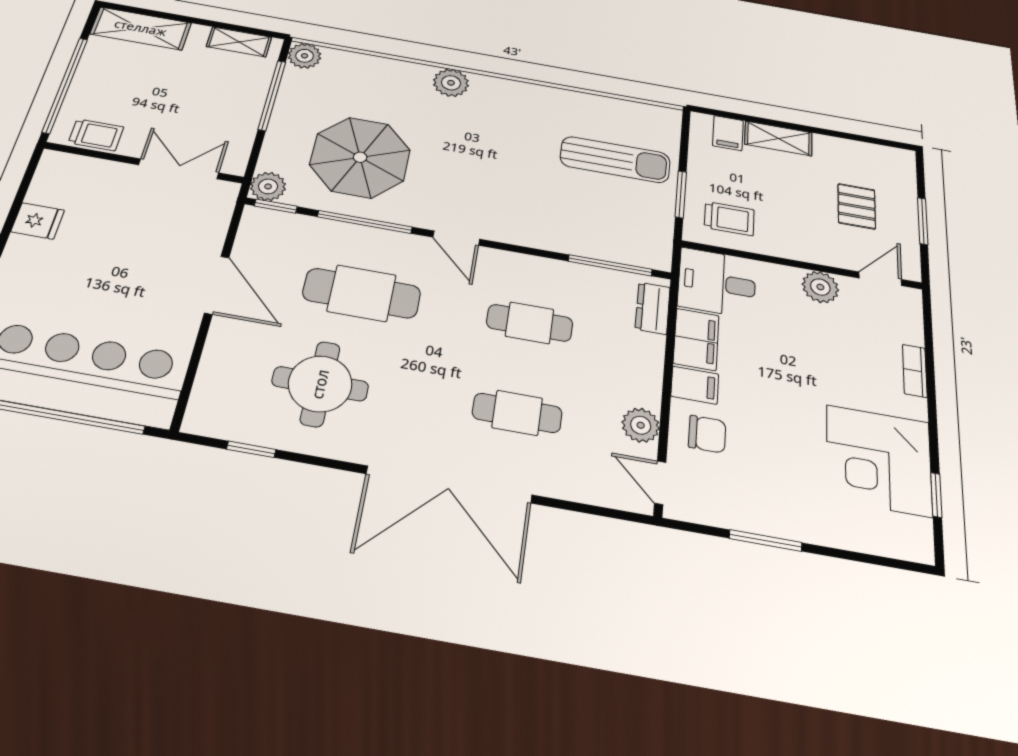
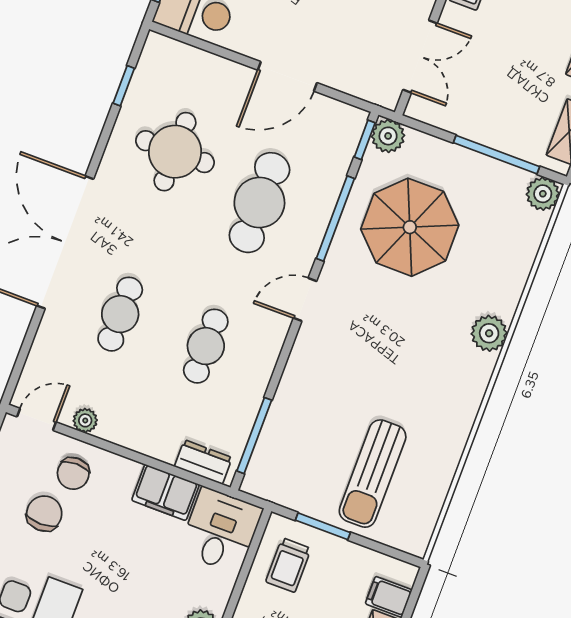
filing cabinet: (695, 385) -> (121, 477), removed
plant: (641, 425) -> (85, 420), width x0.73, depth x0.73
chair: (761, 457) -> (44, 514), added

